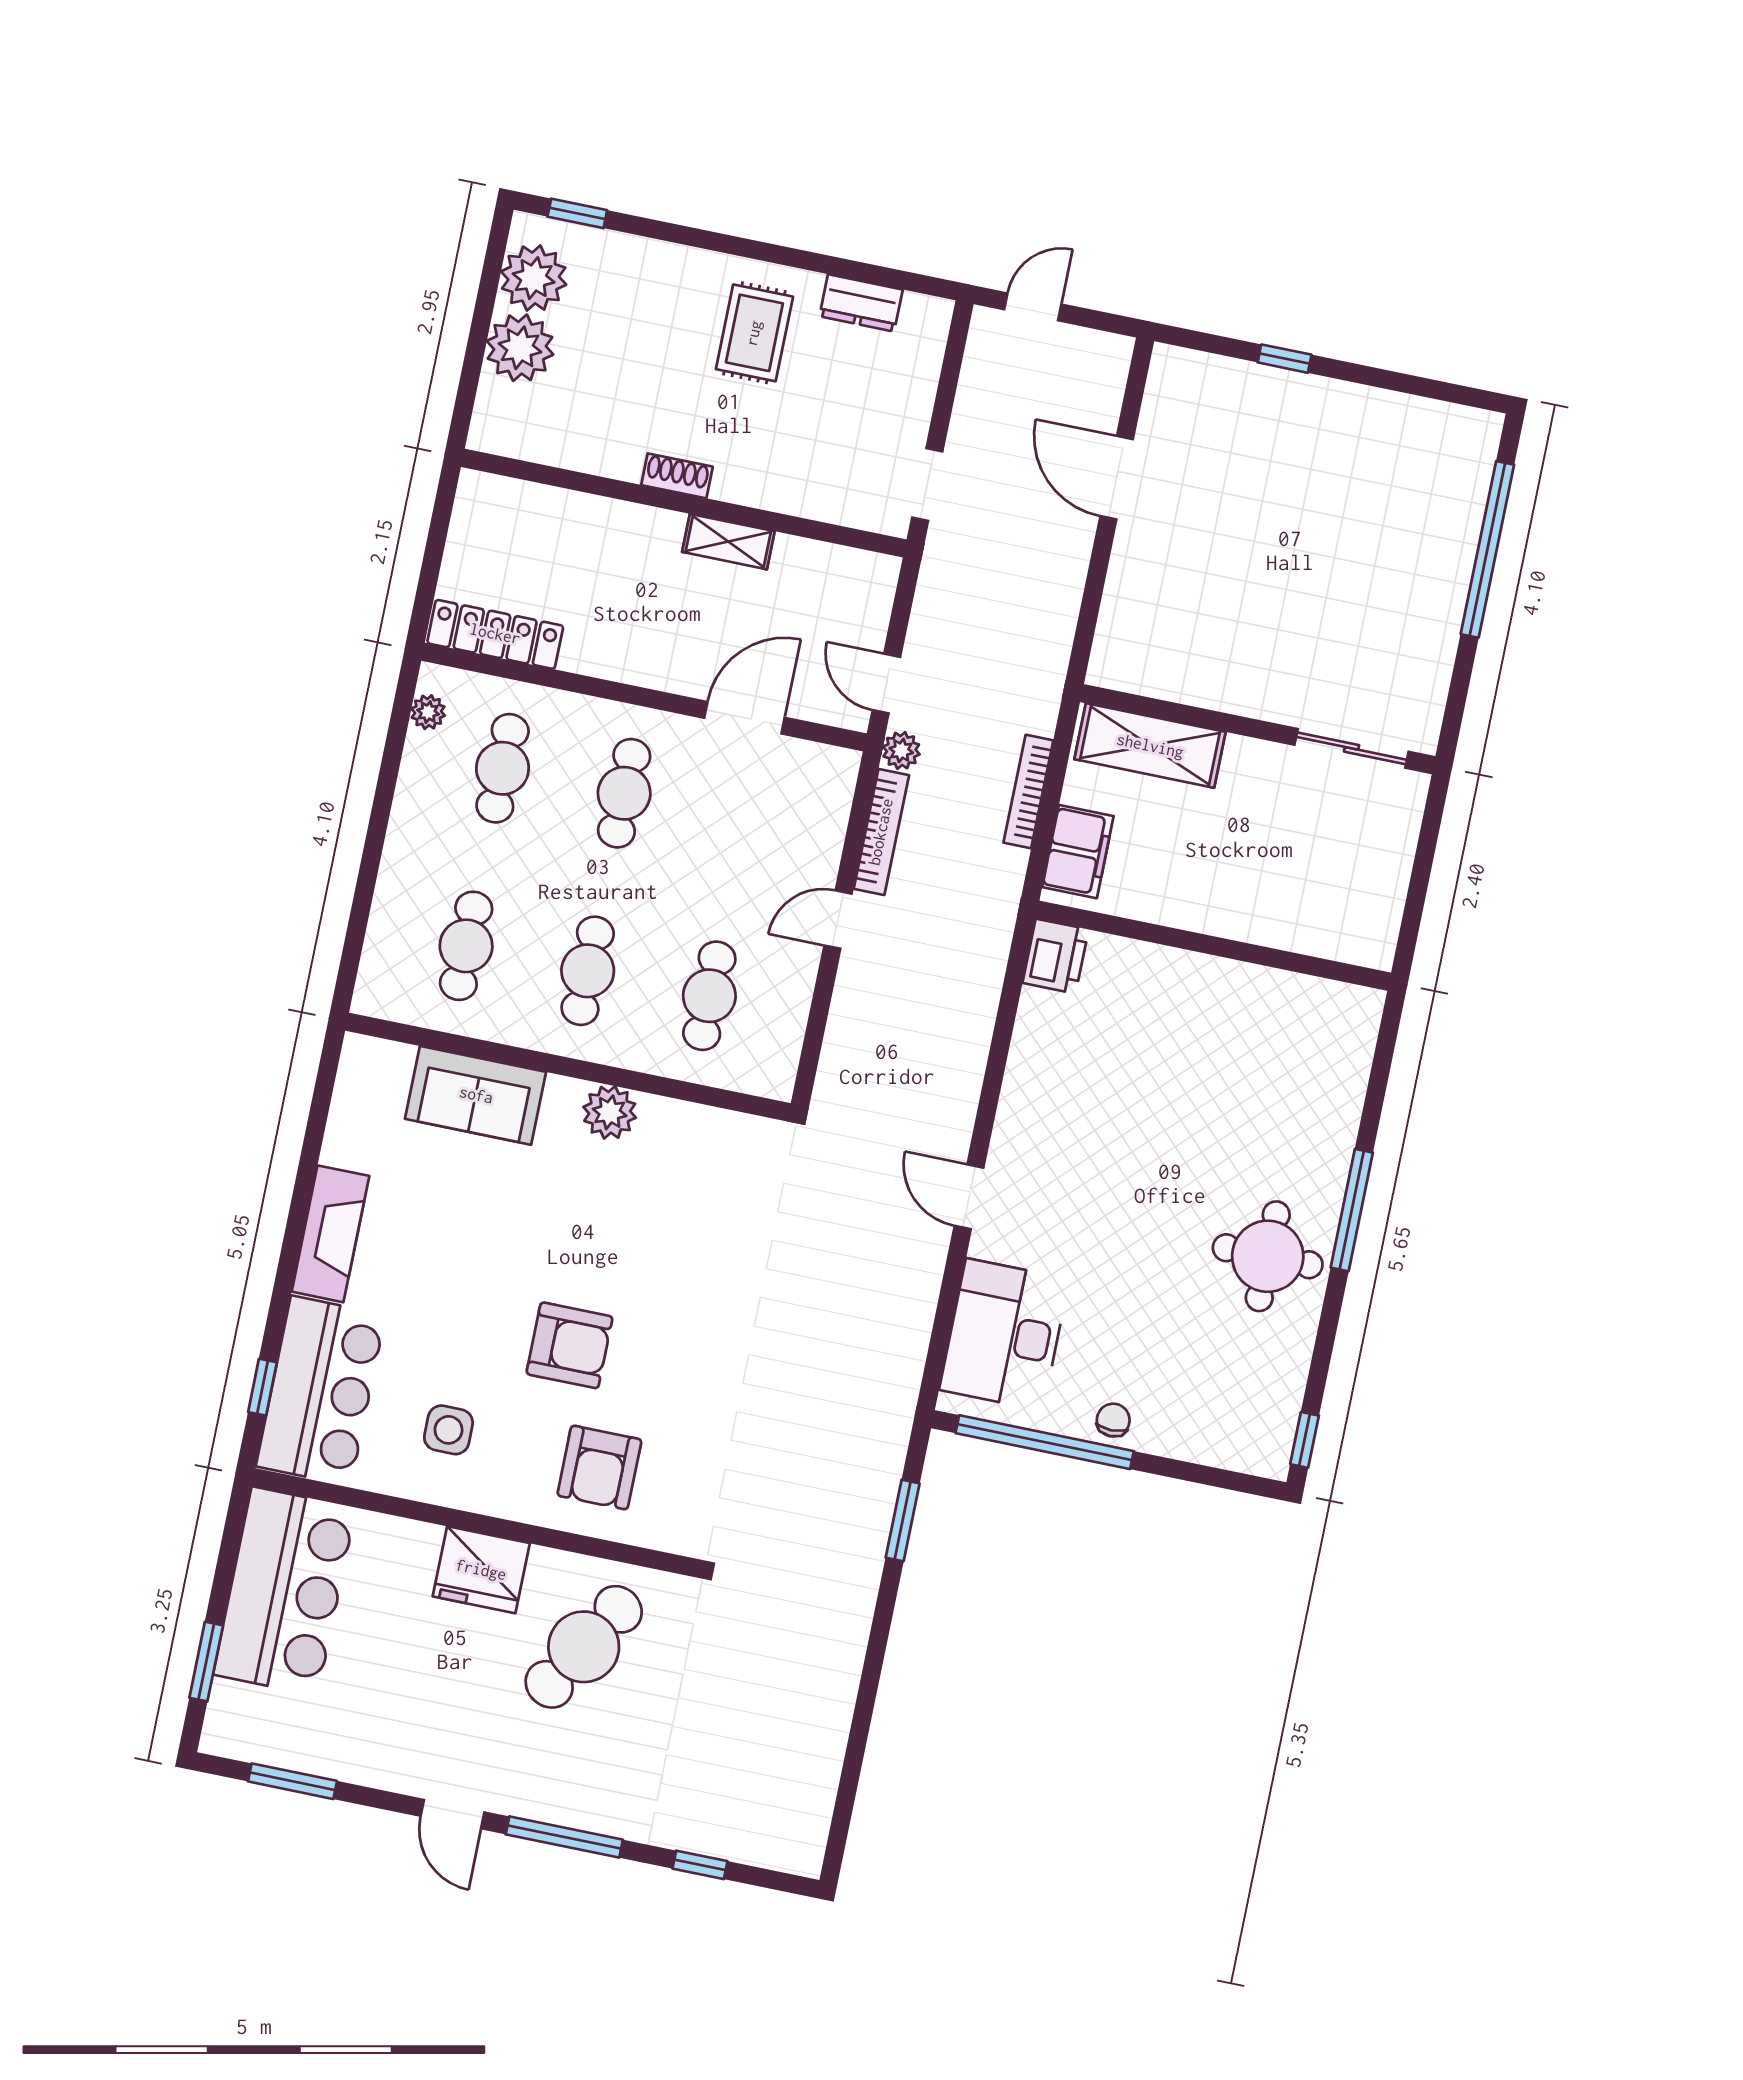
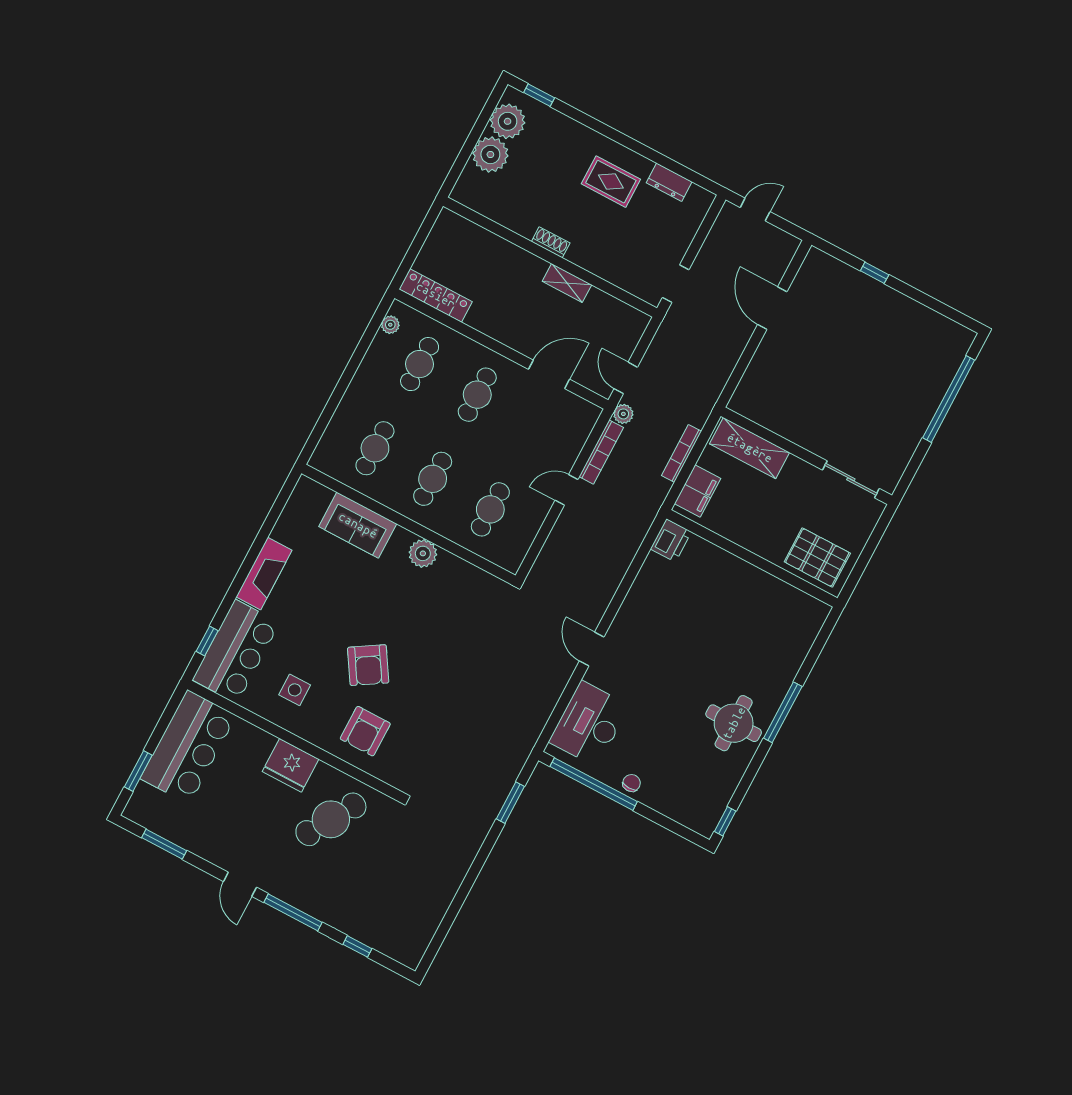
rug: (754, 333) -> (611, 182), turned 90
pallet: (1332, 909) -> (817, 557), added
armchair: (569, 1345) -> (368, 665), turned 58

